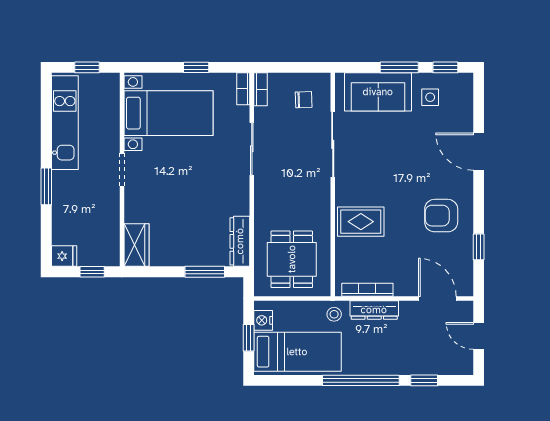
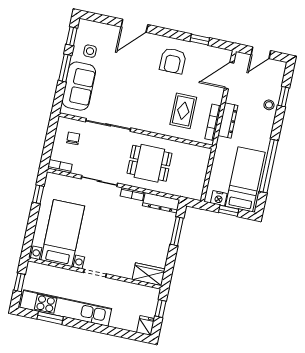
window: (196, 67) -> (38, 194), moved
bookcase: (243, 89) -> (132, 194), moved
kitchen unit: (65, 123) -> (66, 308), width x1.36
window: (46, 186) -> (50, 318), moved
rug: (361, 222) -> (183, 111), moved
dining table: (292, 259) -> (149, 163), moved
stool: (334, 314) -> (269, 105), moved
window: (361, 380) -> (269, 166), moved

